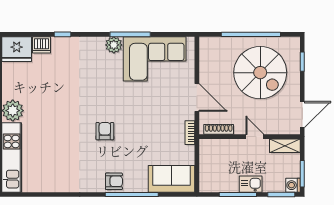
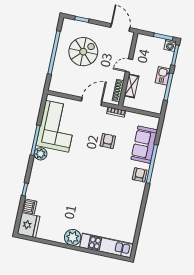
spiral stairs: (260, 73) -> (83, 52), width x0.73, depth x0.73
armchair: (105, 131) -> (108, 141), moved, turned 90
shelving: (285, 146) -> (132, 86), moved
sofa: (171, 179) -> (144, 145), moved

